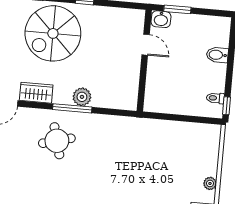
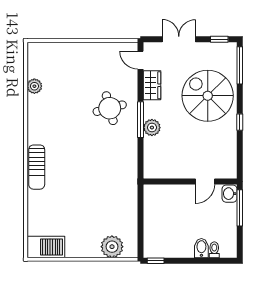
window: (177, 9) -> (240, 208), width x1.44
toilet: (215, 98) -> (214, 250), moved
plant: (210, 183) -> (112, 247), moved, width x1.87, depth x1.87

